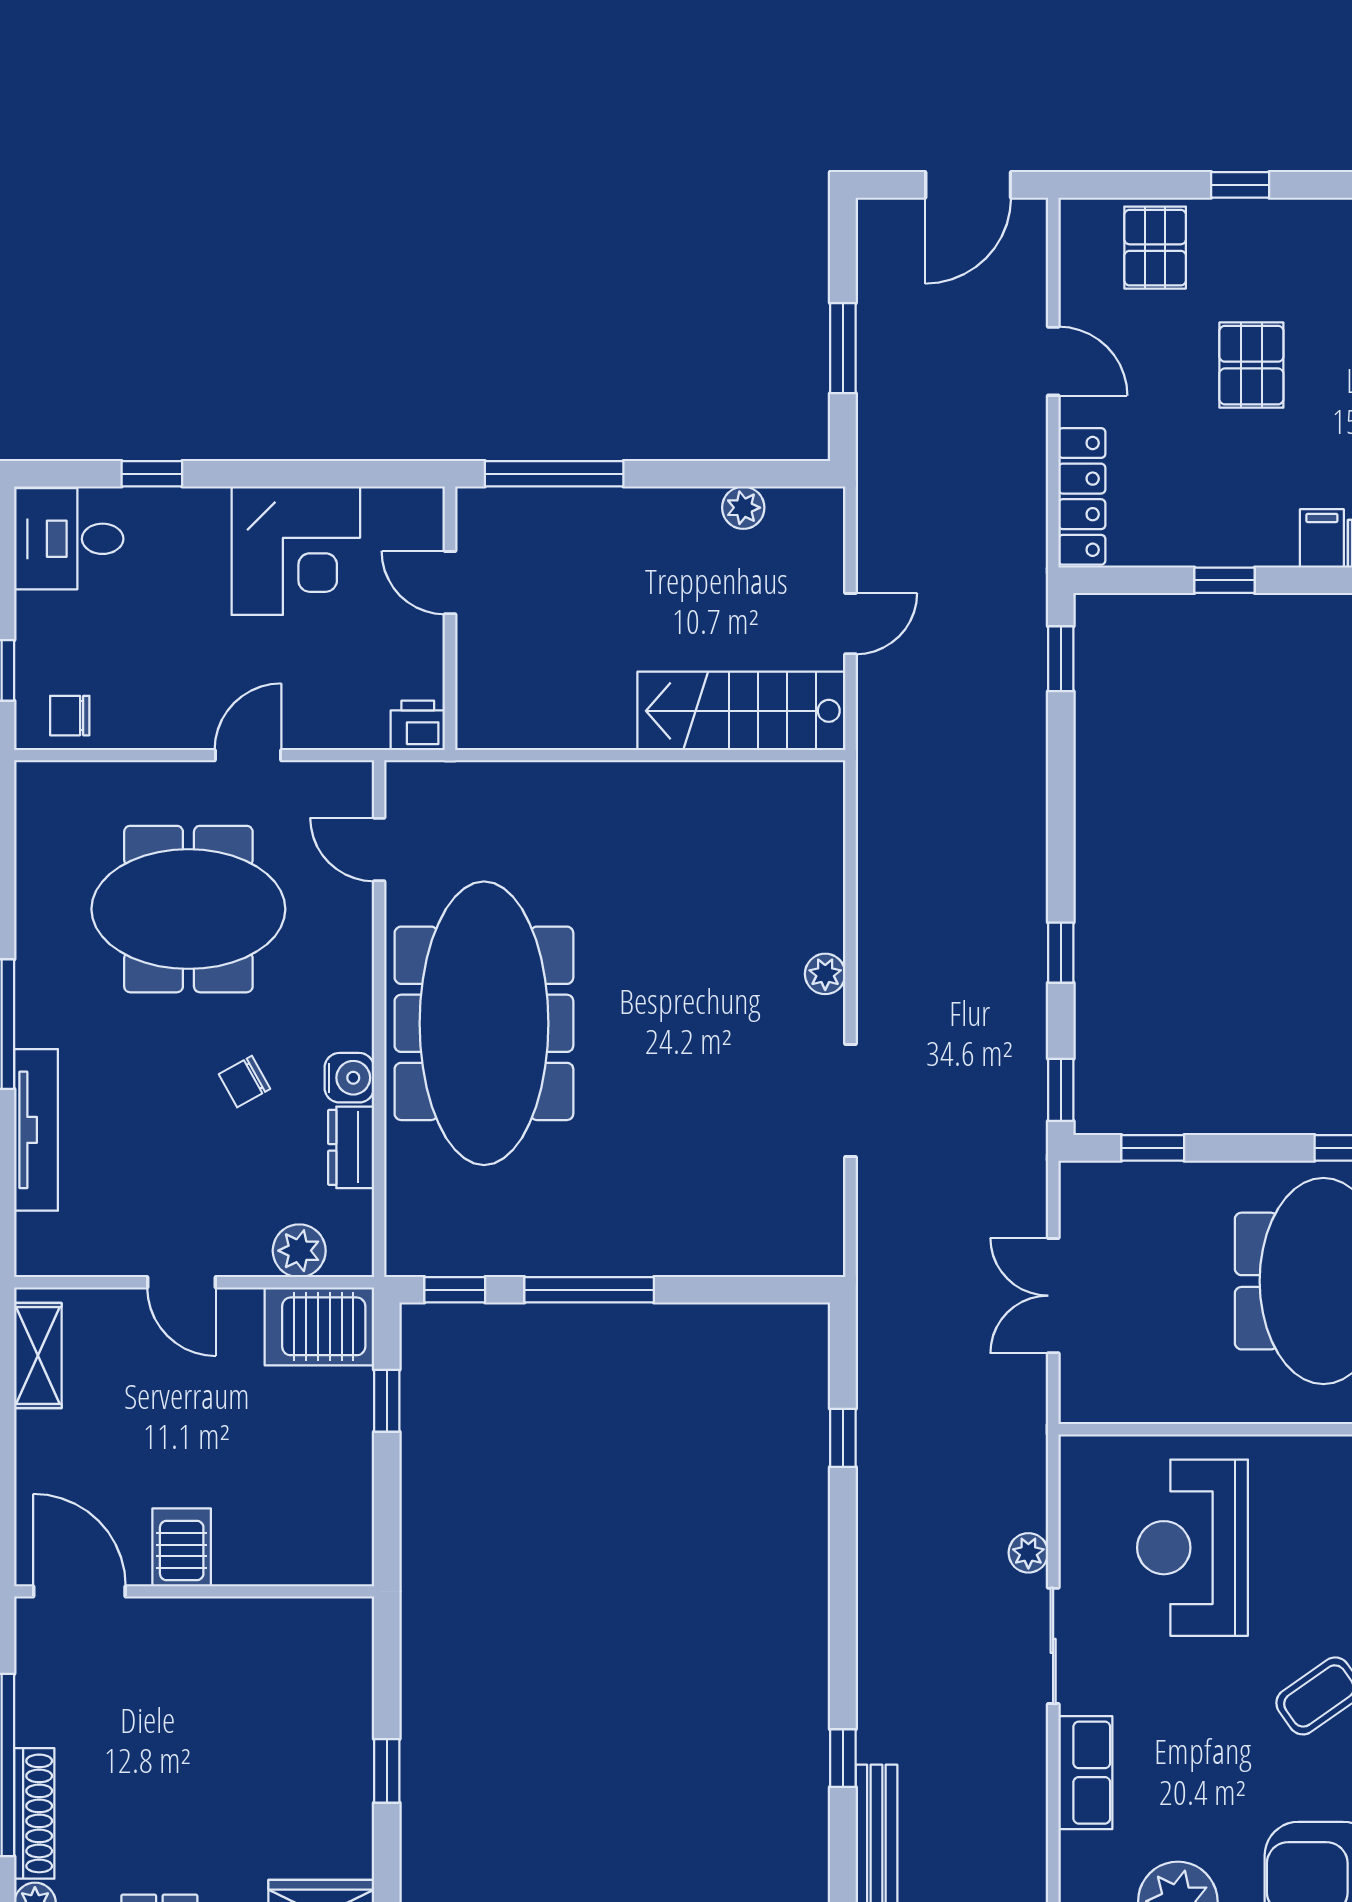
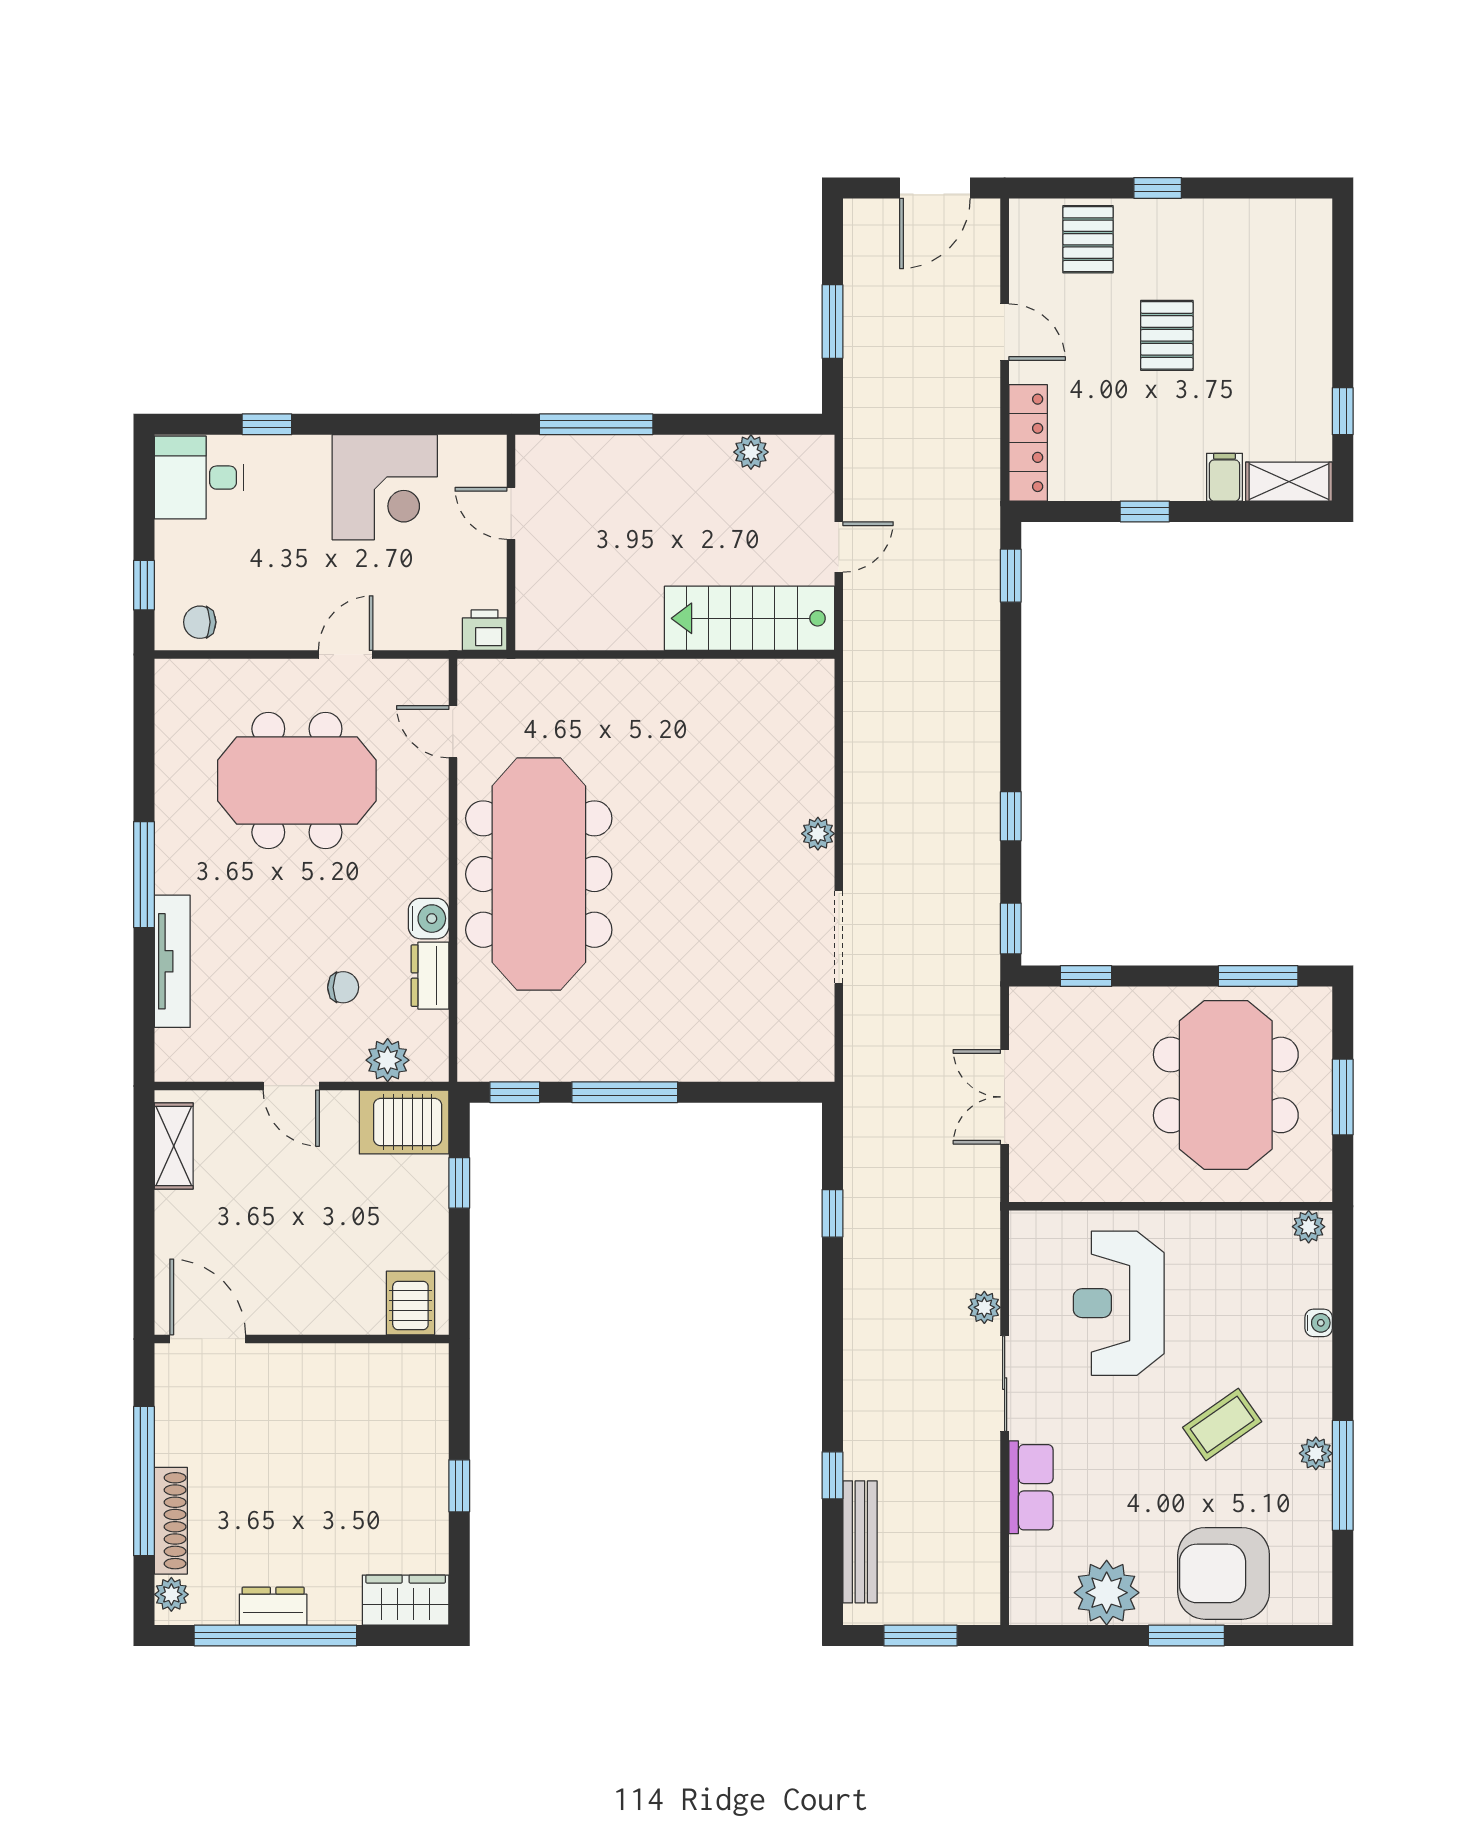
chair: (245, 1082) -> (343, 987), moved, turned -151
server rack: (182, 1547) -> (410, 1303), moved

